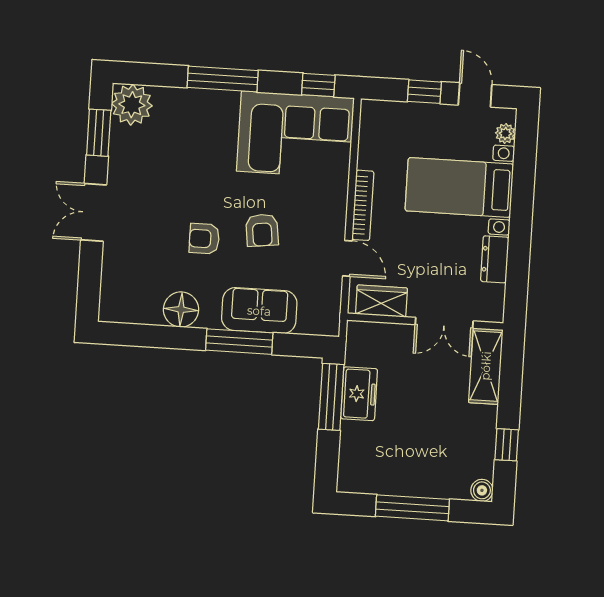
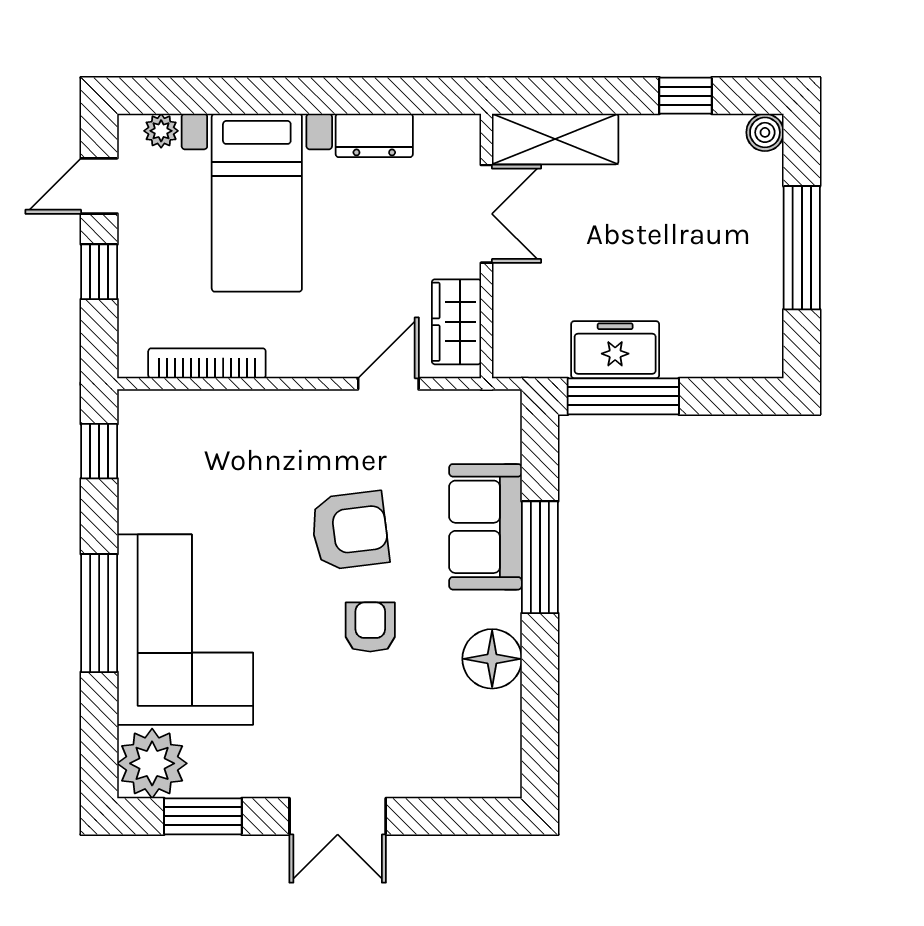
corner sofa: (295, 135) -> (185, 630), moved
bookcase: (363, 205) -> (207, 363), moved
armchair: (262, 230) -> (350, 531), width x1.38, depth x1.38
armchair: (204, 239) -> (370, 627), turned 180

